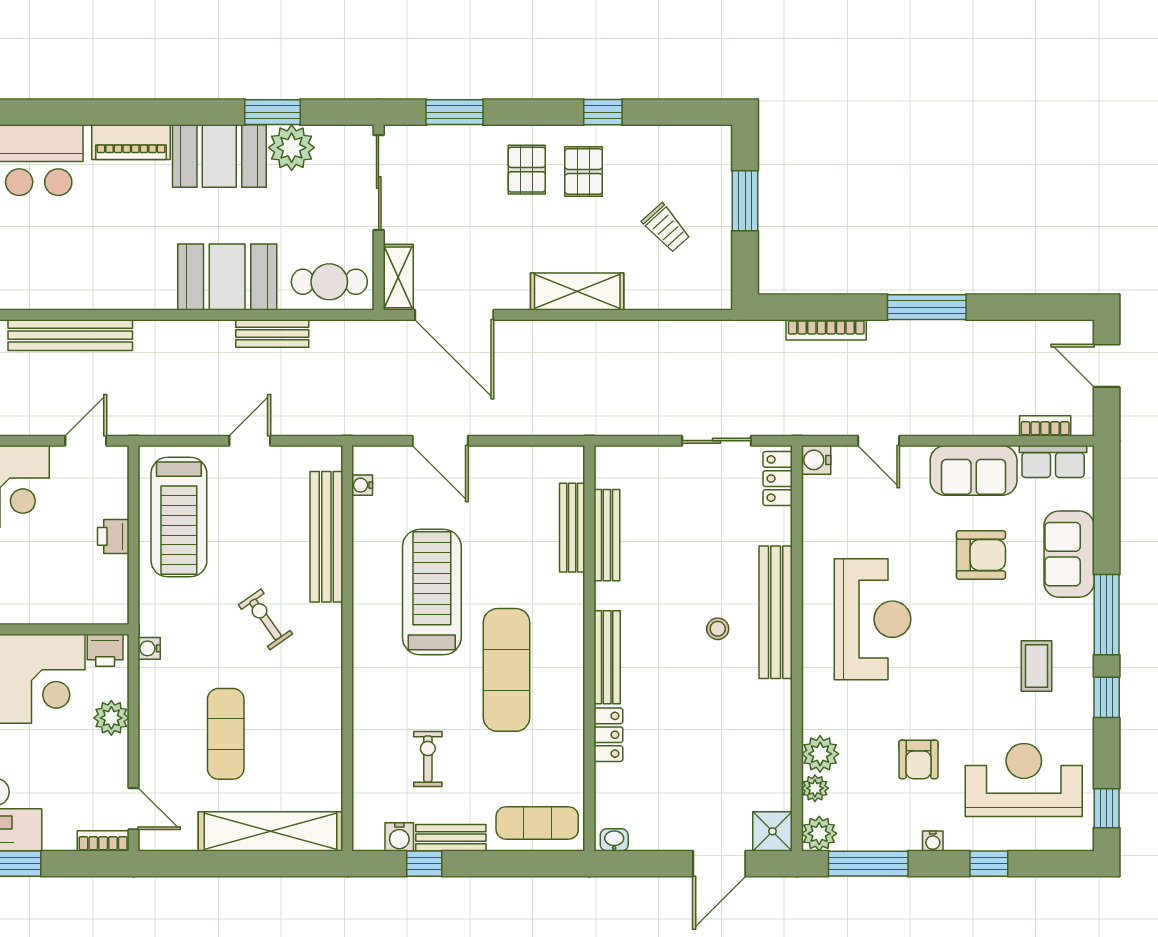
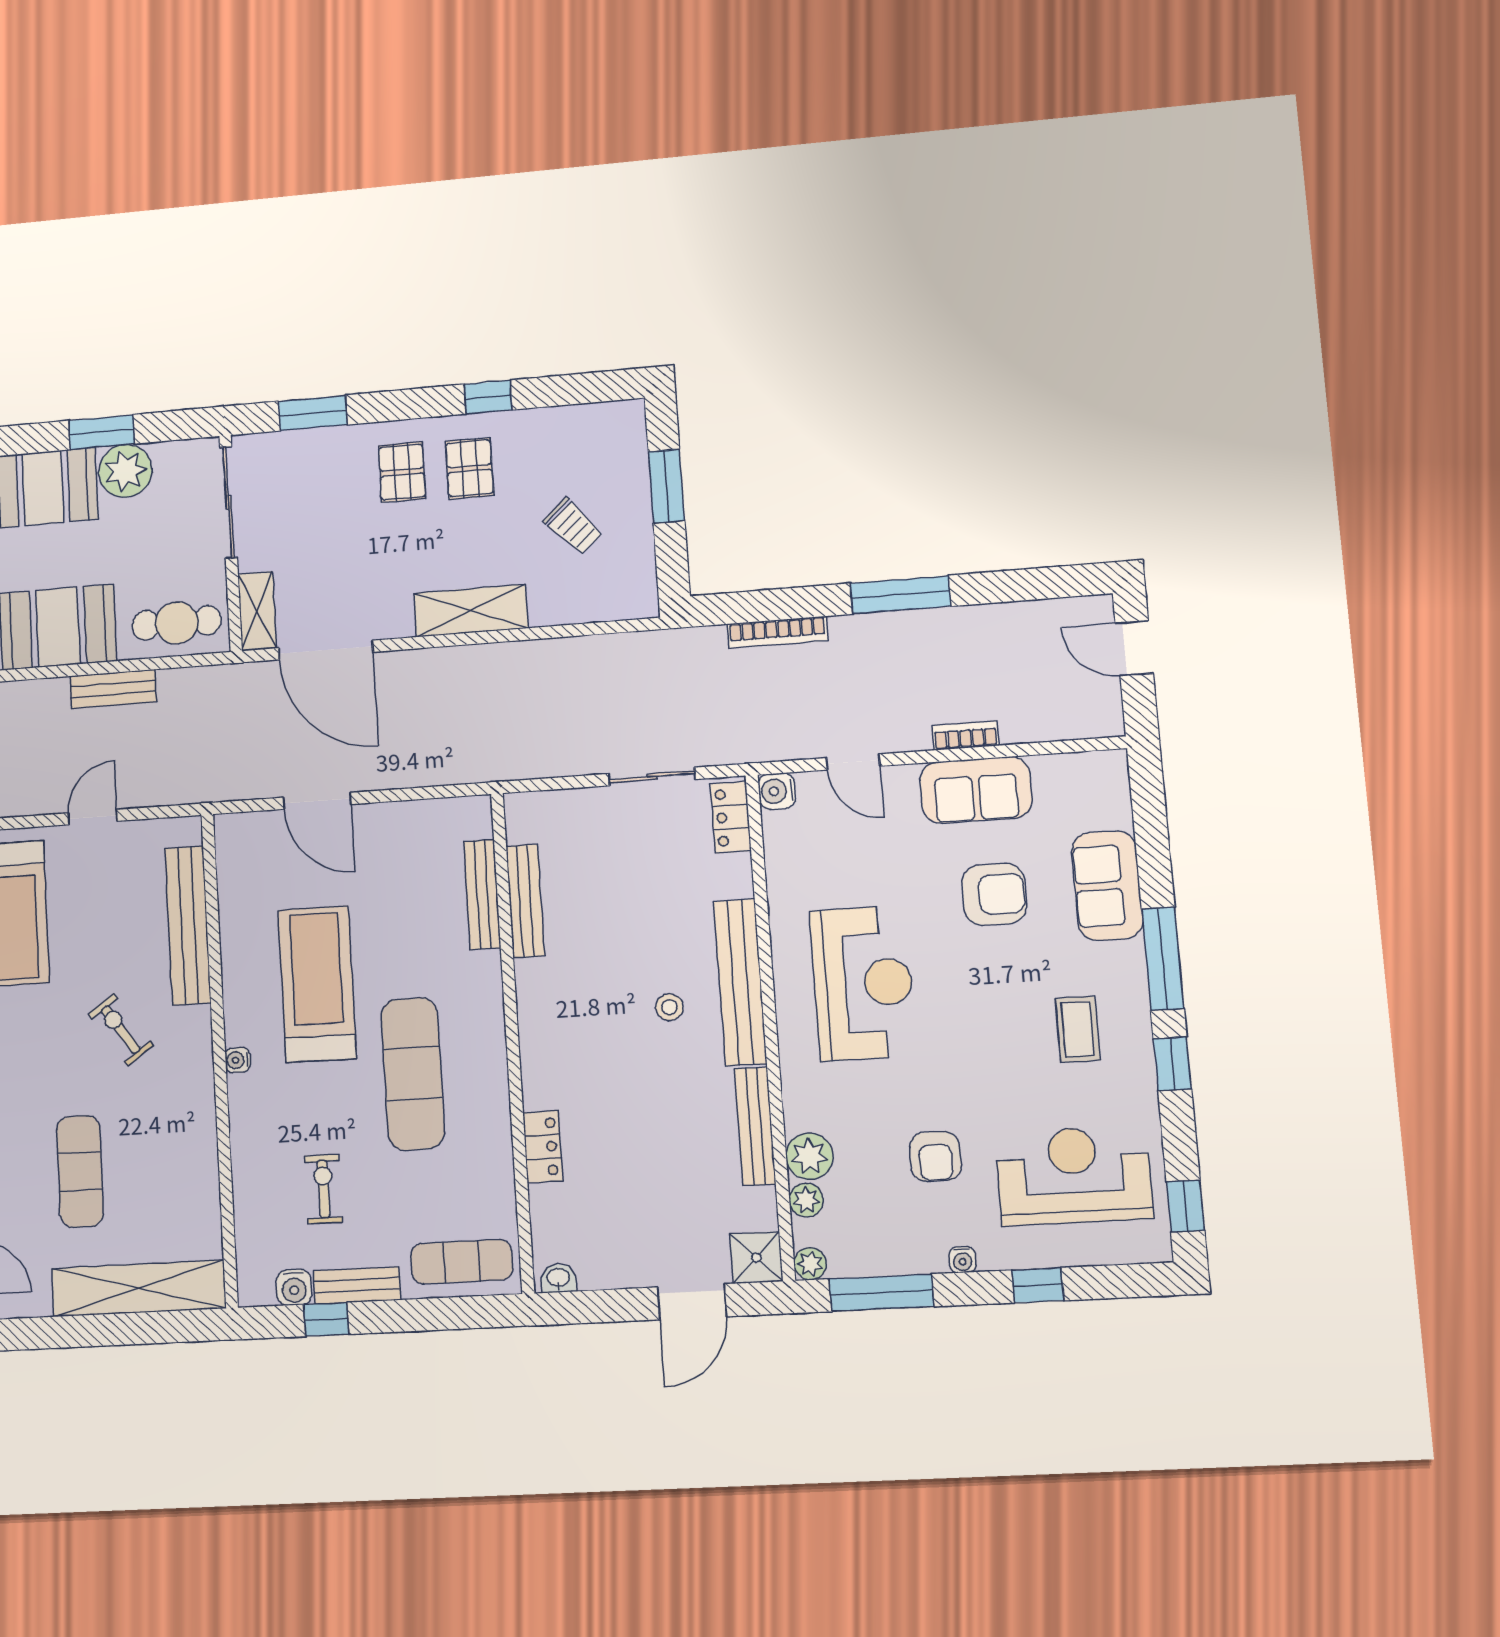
bookcase: (1045, 426) -> (965, 735), moved
row of seats: (1053, 462) -> (1076, 772), removed
water cooler: (362, 485) -> (237, 1060), moved
bench: (607, 657) -> (755, 1126), moved
plant: (819, 834) -> (810, 1264), width x0.73, depth x0.73

